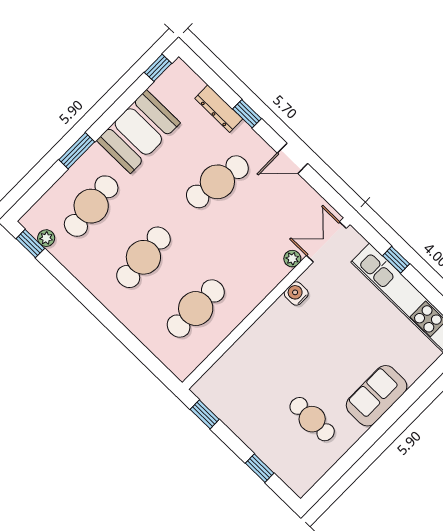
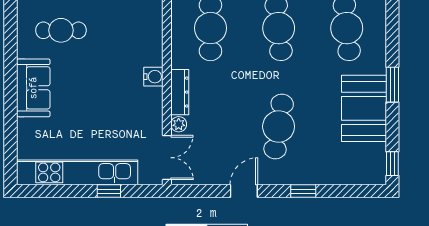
dresser: (219, 109) -> (180, 92), moved, turned 90
window: (77, 151) -> (392, 85), moved
water cooler: (296, 293) -> (153, 77), moved

